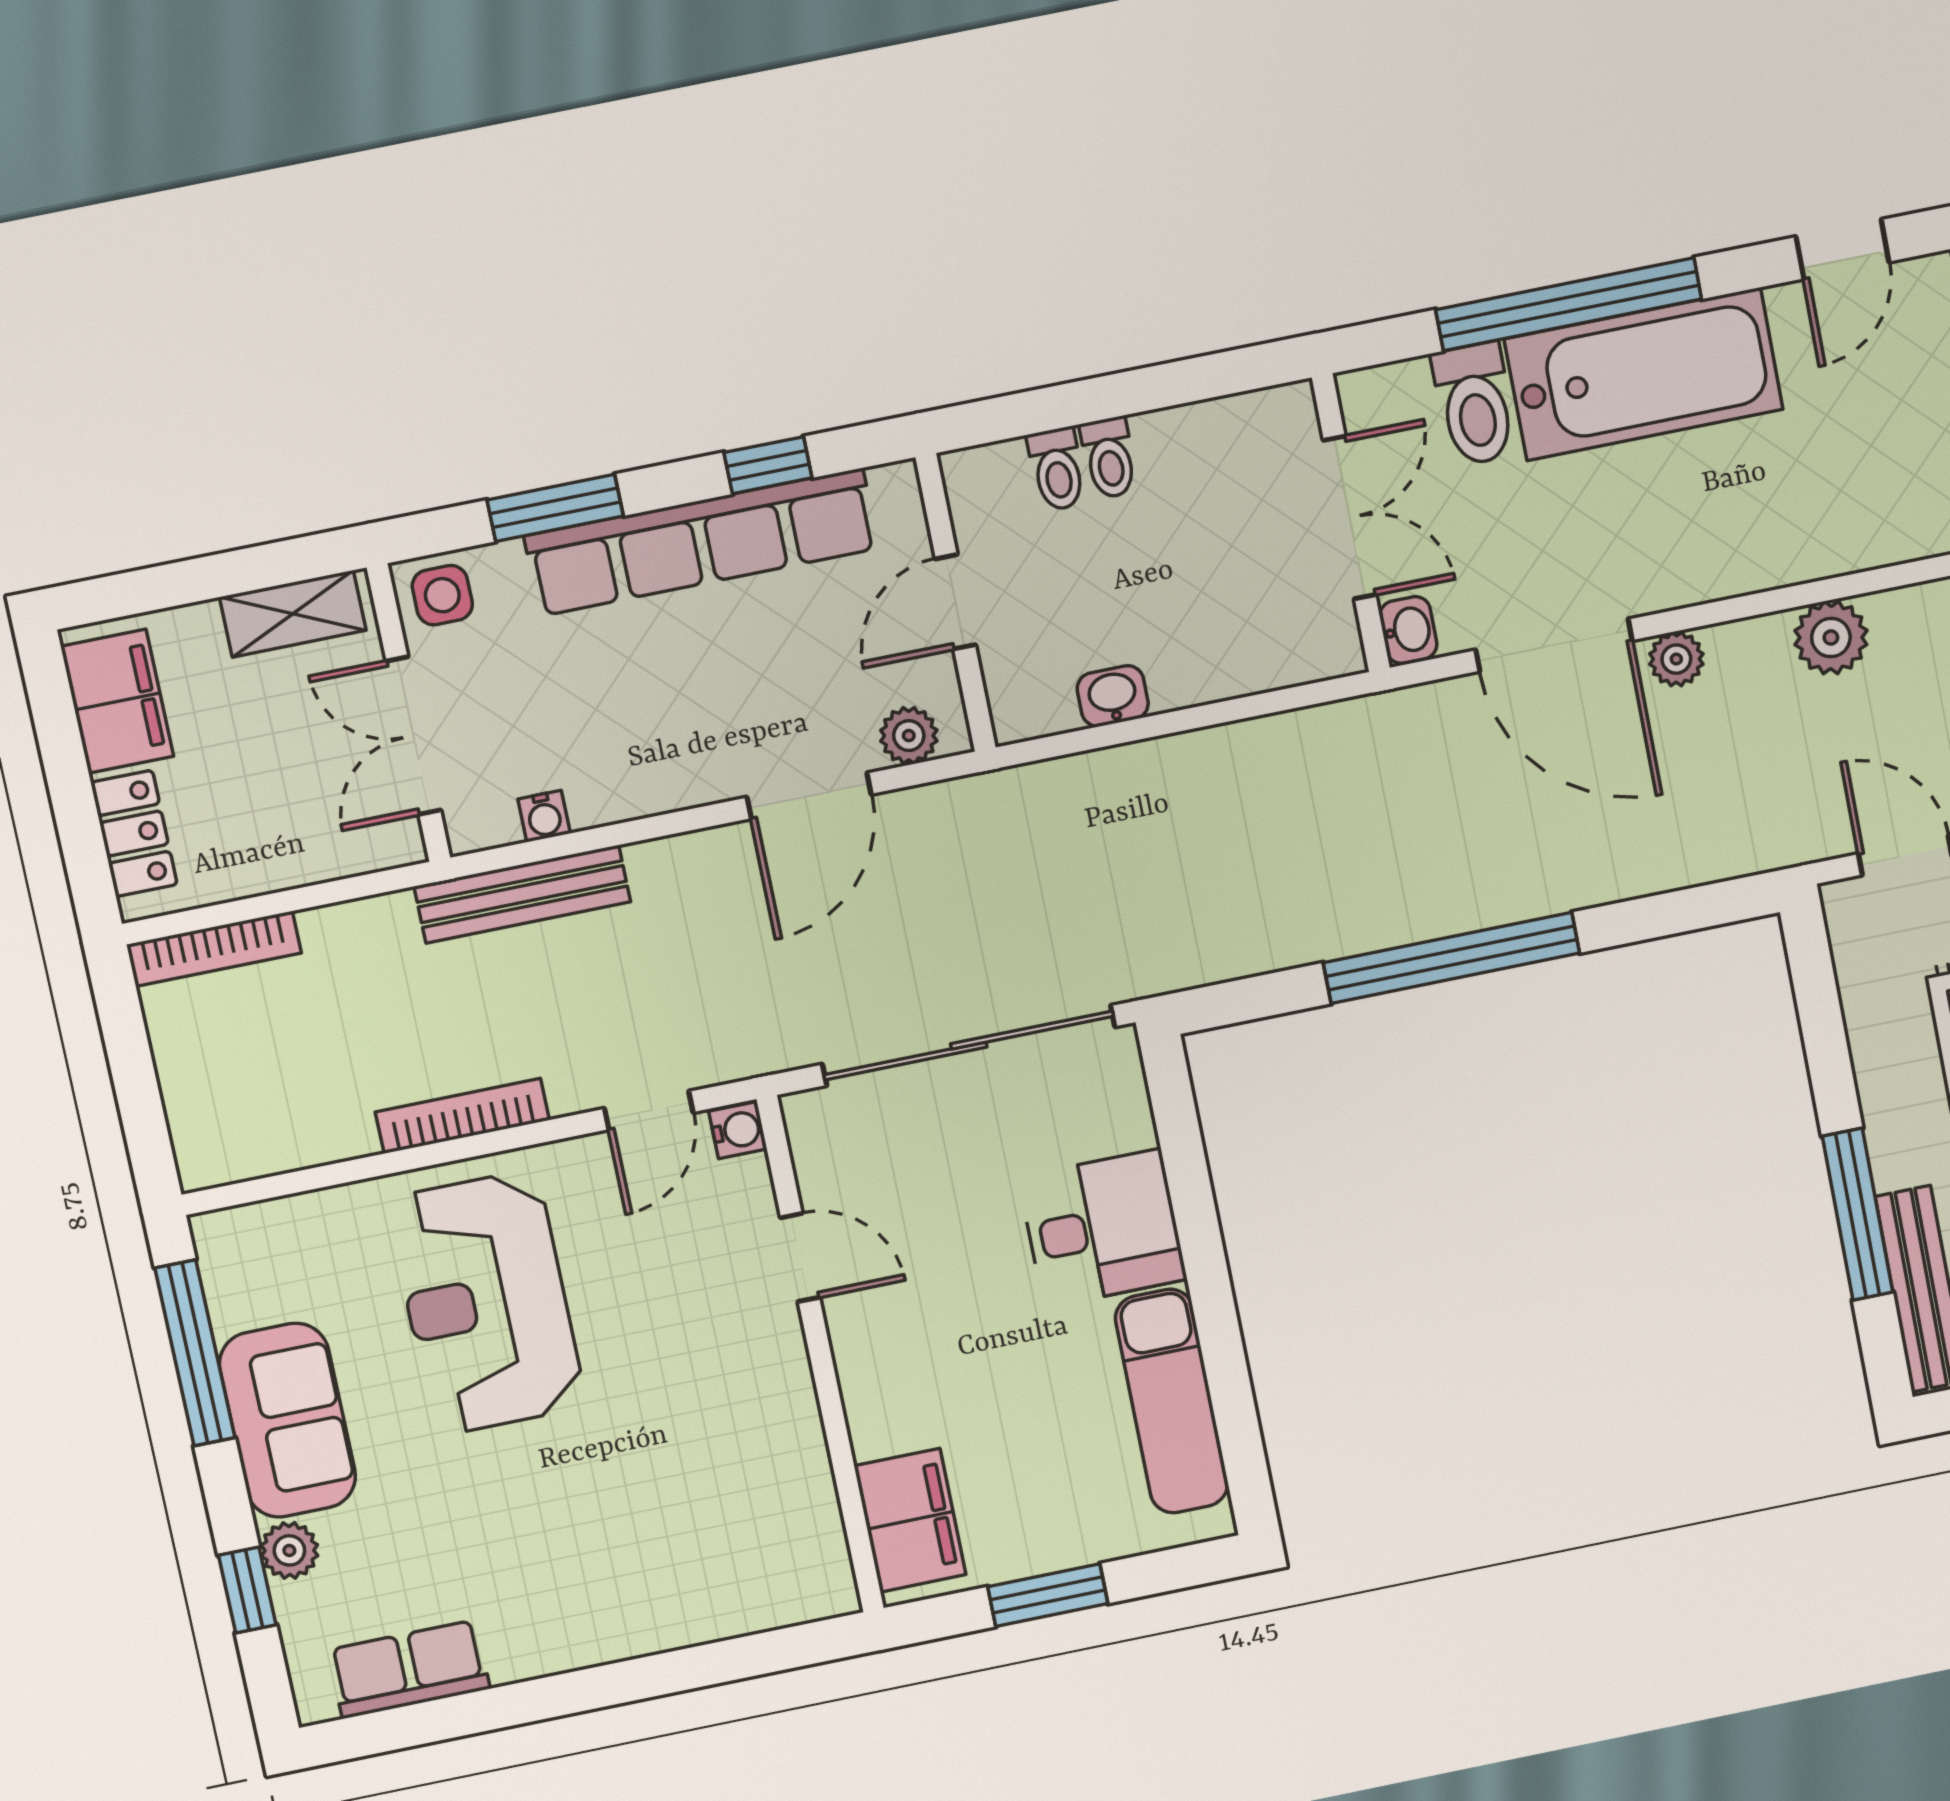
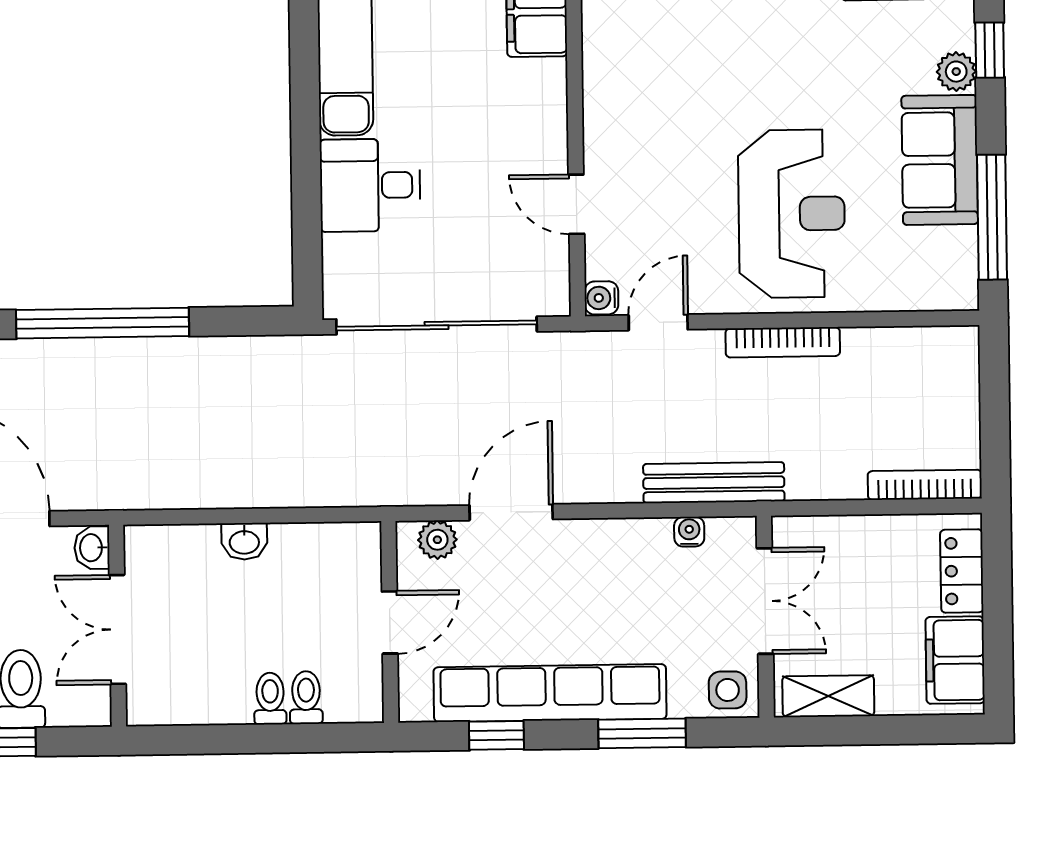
washbasin: (1113, 696) -> (244, 541), moved

